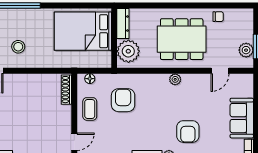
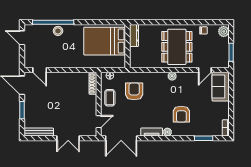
dining table: (182, 39) -> (177, 47), turned 90
stool: (18, 47) -> (58, 31), moved
plant: (246, 50) -> (224, 31), moved
plant: (128, 51) -> (138, 56), removed
sofa: (242, 118) -> (221, 87), moved

